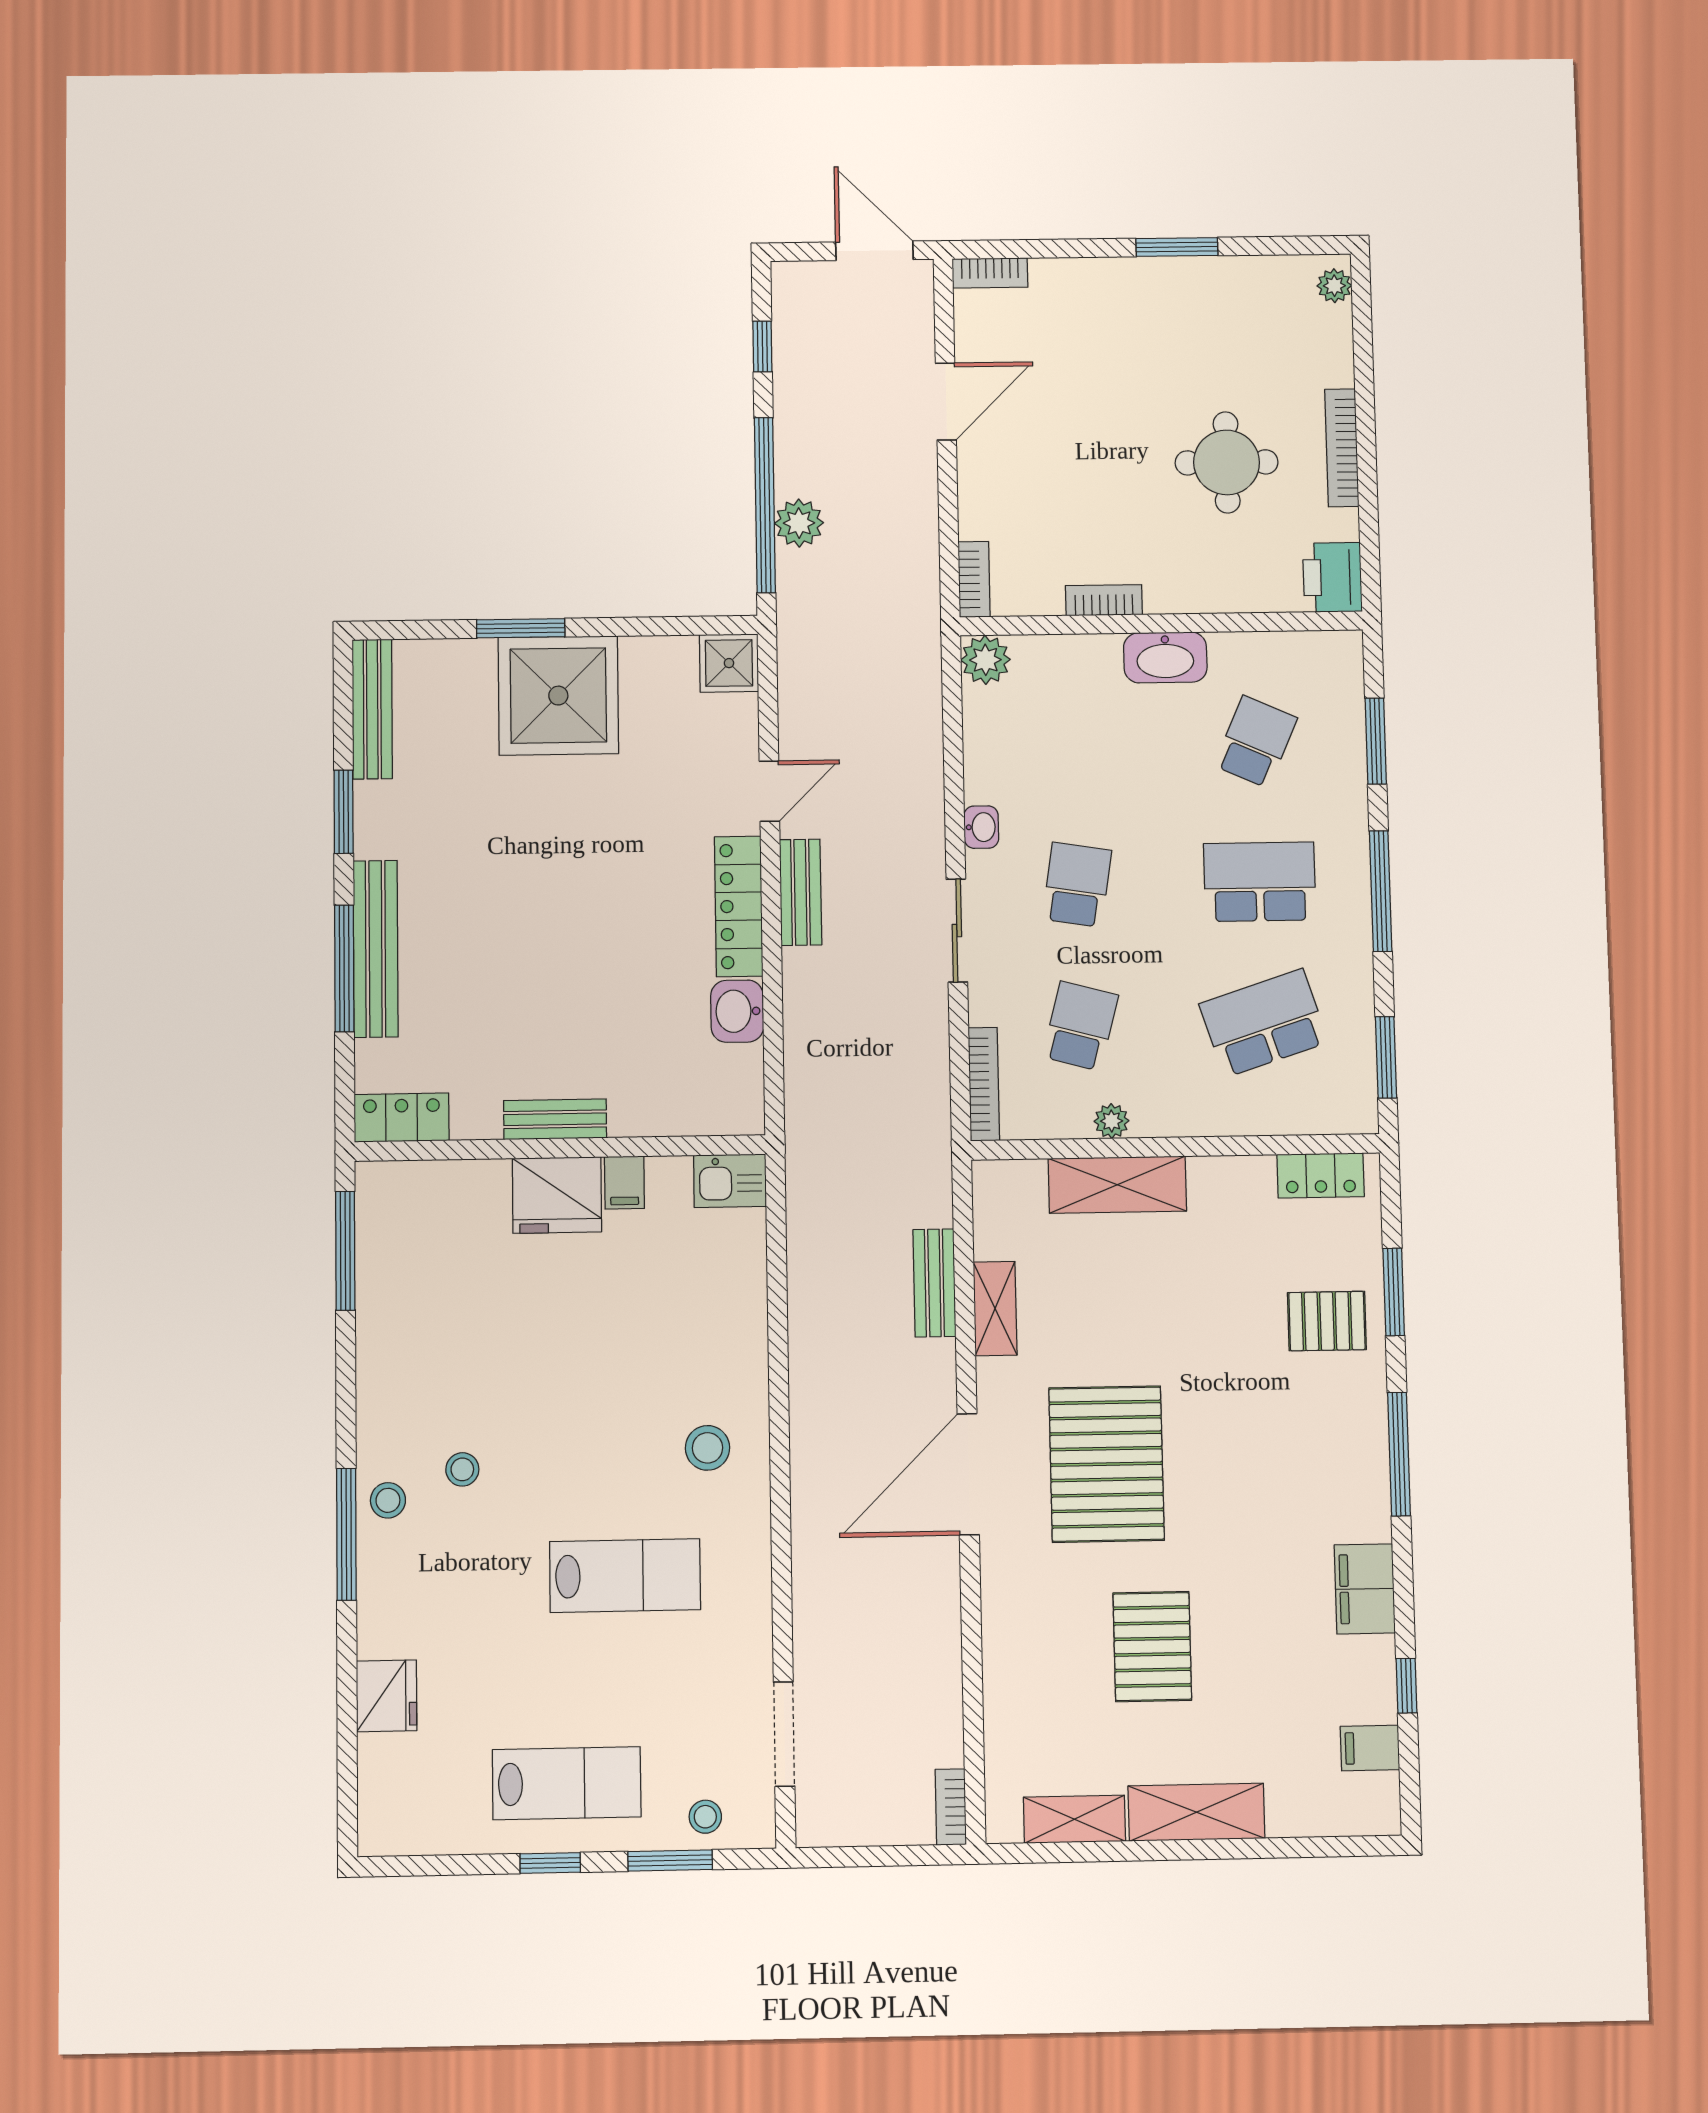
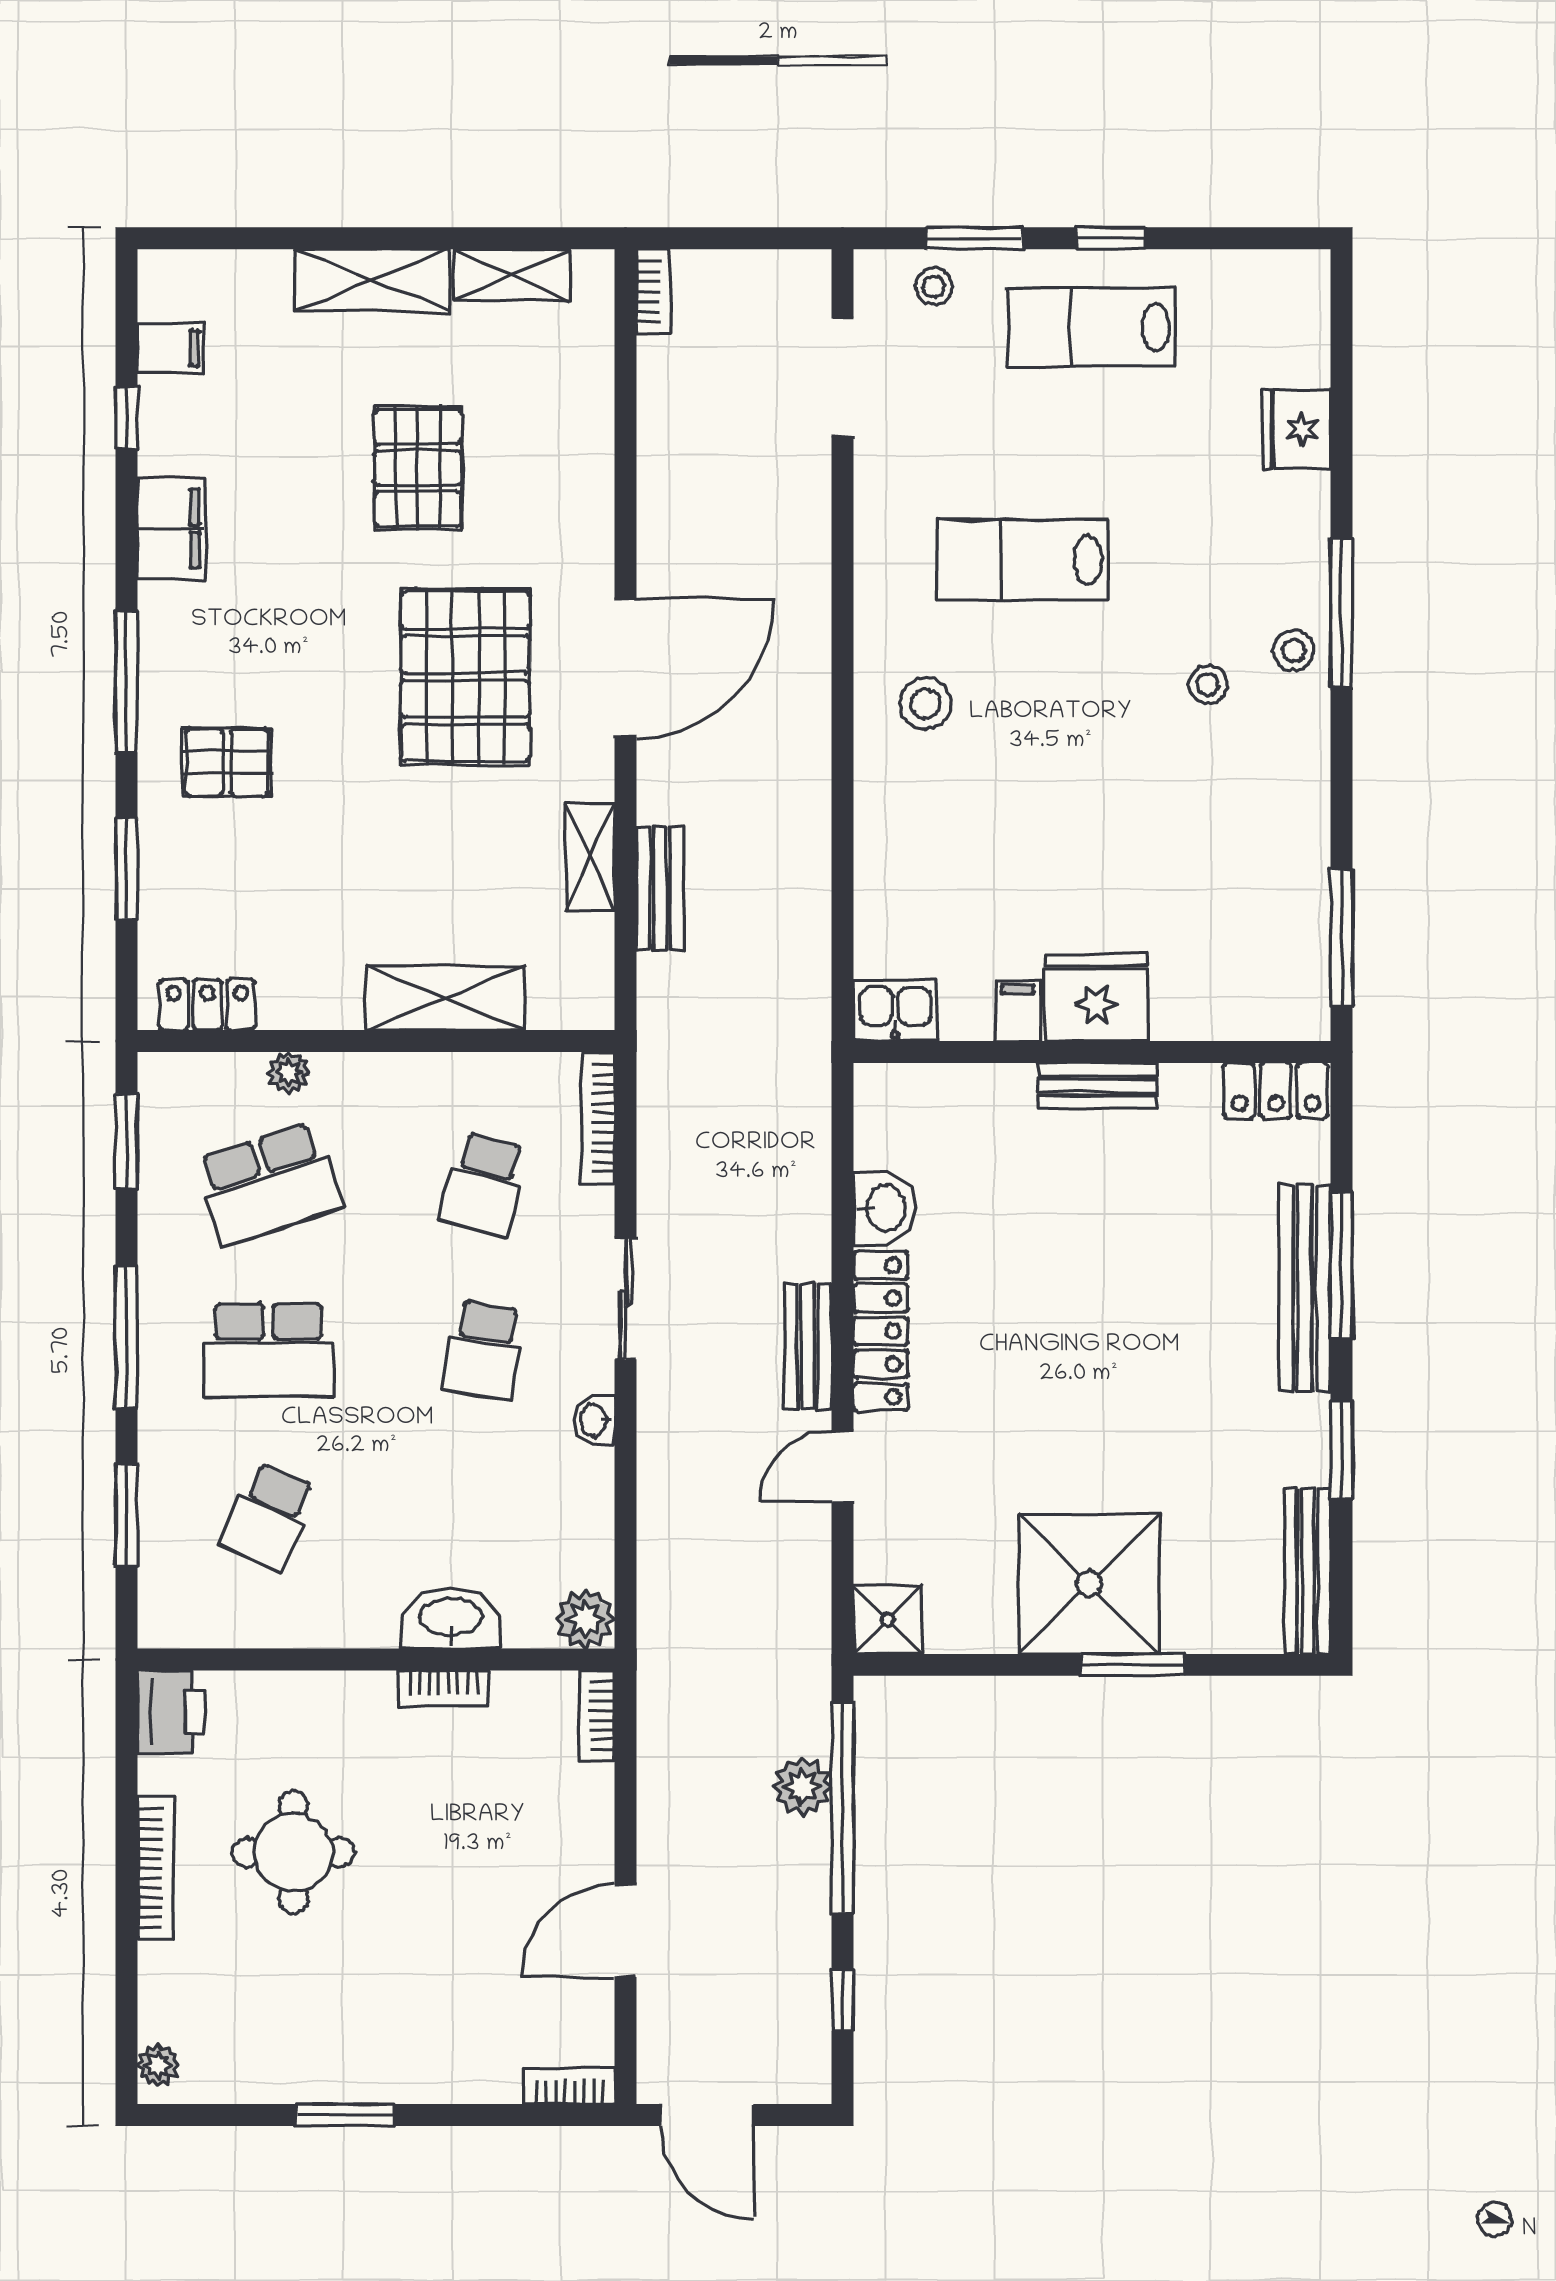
washbasin: (1165, 658) -> (451, 1619), moved
plant: (1112, 1121) -> (289, 1072), moved
pallet: (1327, 1321) -> (227, 762), moved

